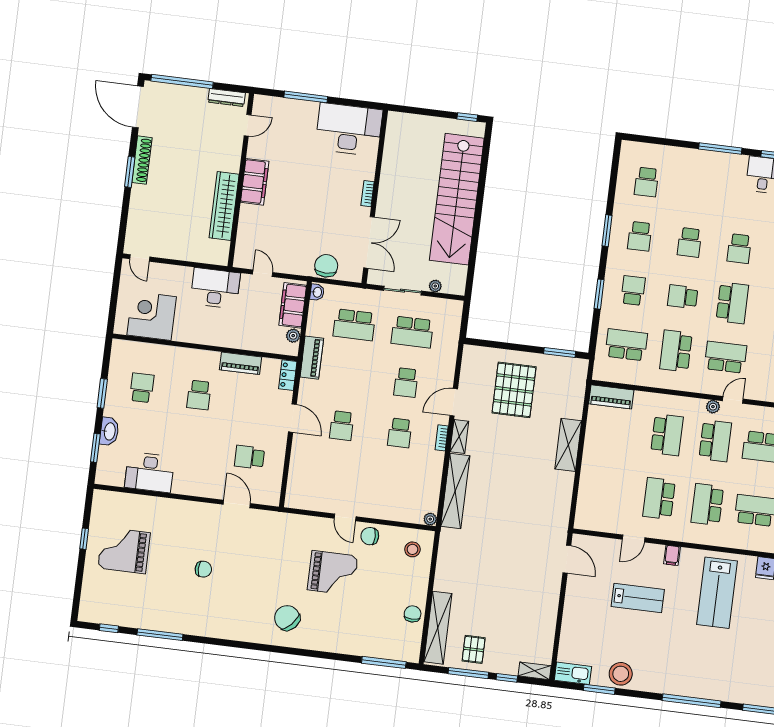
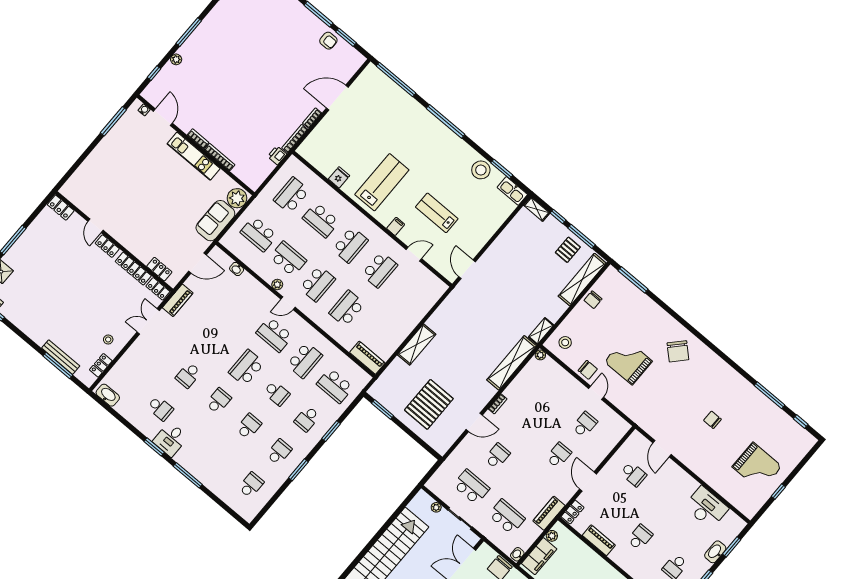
plant: (713, 407) -> (277, 285), moved
school desk: (400, 433) -> (585, 424), moved
shelving: (459, 436) -> (541, 331), moved
school desk: (715, 441) -> (317, 284), turned 180

